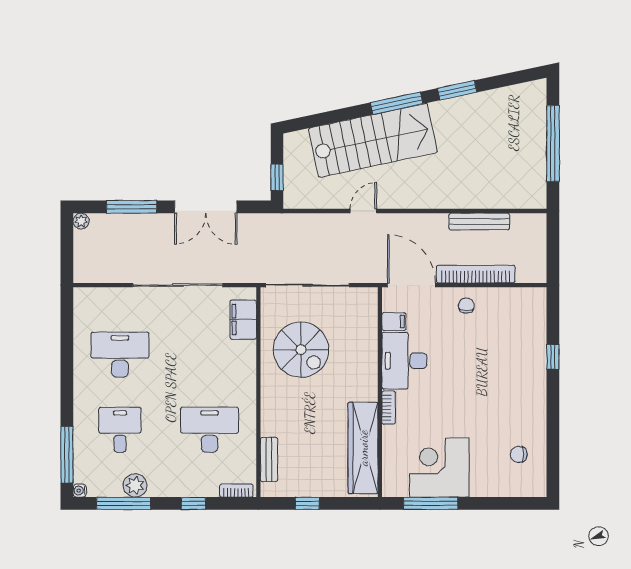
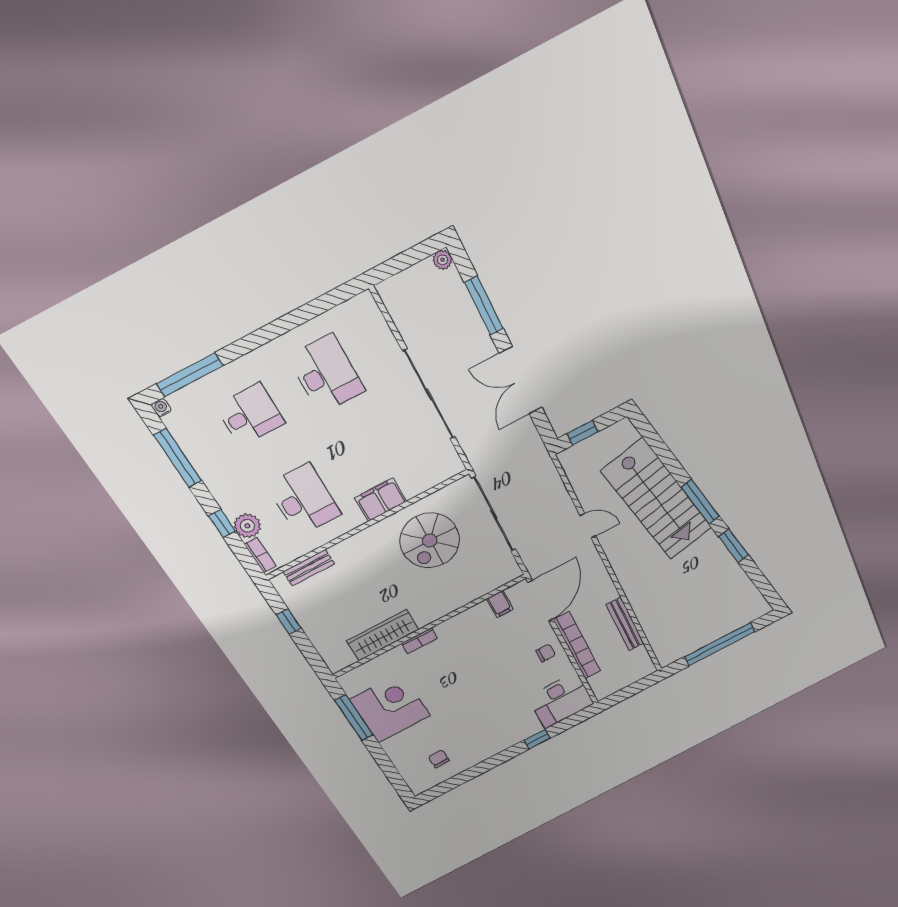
filing cabinet: (243, 320) -> (381, 500), moved
desk: (404, 361) -> (561, 700), moved, turned 180
wardrobe: (363, 448) -> (383, 635), width x0.71, depth x0.85
plant: (135, 485) -> (247, 526), moved

